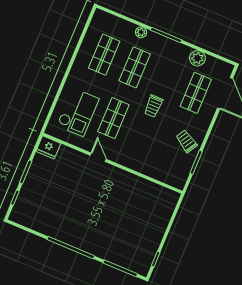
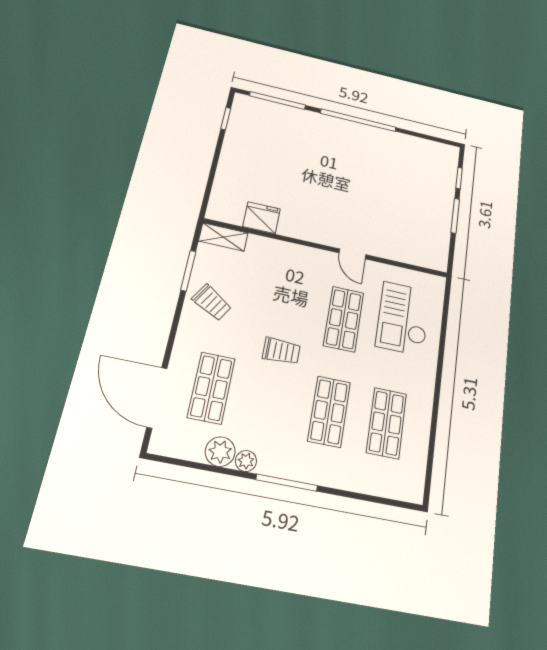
plant: (141, 32) -> (246, 461), moved
trolley: (153, 106) -> (281, 351), turned 90
fridge: (48, 147) -> (262, 218), moved
shelving: (172, 180) -> (223, 237), added

